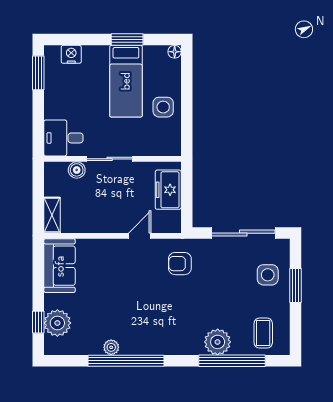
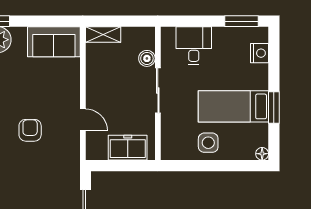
desk: (63, 138) -> (194, 46), moved
armchair: (180, 264) -> (30, 130), moved

